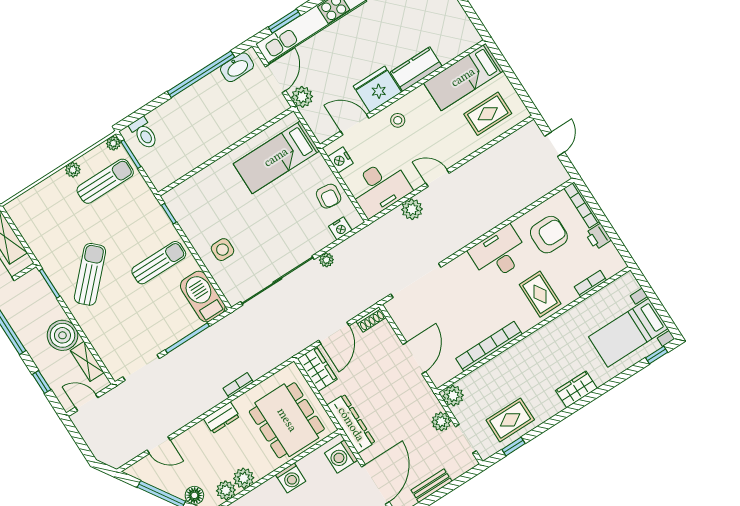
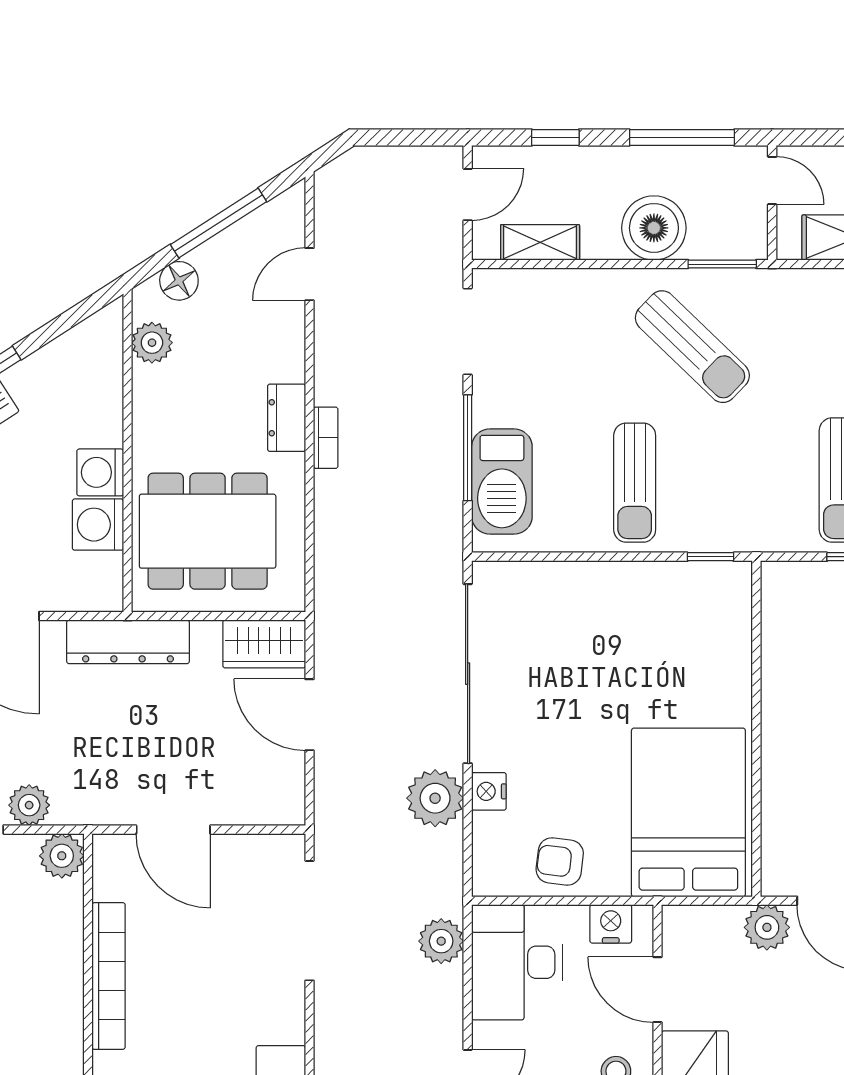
door: (355, 125) -> (657, 990), swing flipped
bed: (276, 157) -> (688, 812), width x1.50
plant: (412, 209) -> (441, 941), moved
nightstand: (340, 228) -> (489, 791), moved
side table: (222, 250) -> (585, 611), removed
plant: (326, 260) -> (435, 798), width x1.87, depth x1.87
barbecue: (203, 297) -> (502, 482), moved, turned 90
shoe rack: (371, 319) -> (291, 797), removed
boiler: (62, 335) -> (654, 228), moved
bookcase: (238, 385) -> (326, 438), moved
washing machine: (341, 457) -> (98, 525), moved, turned -90
plant: (244, 478) -> (153, 388), removed

